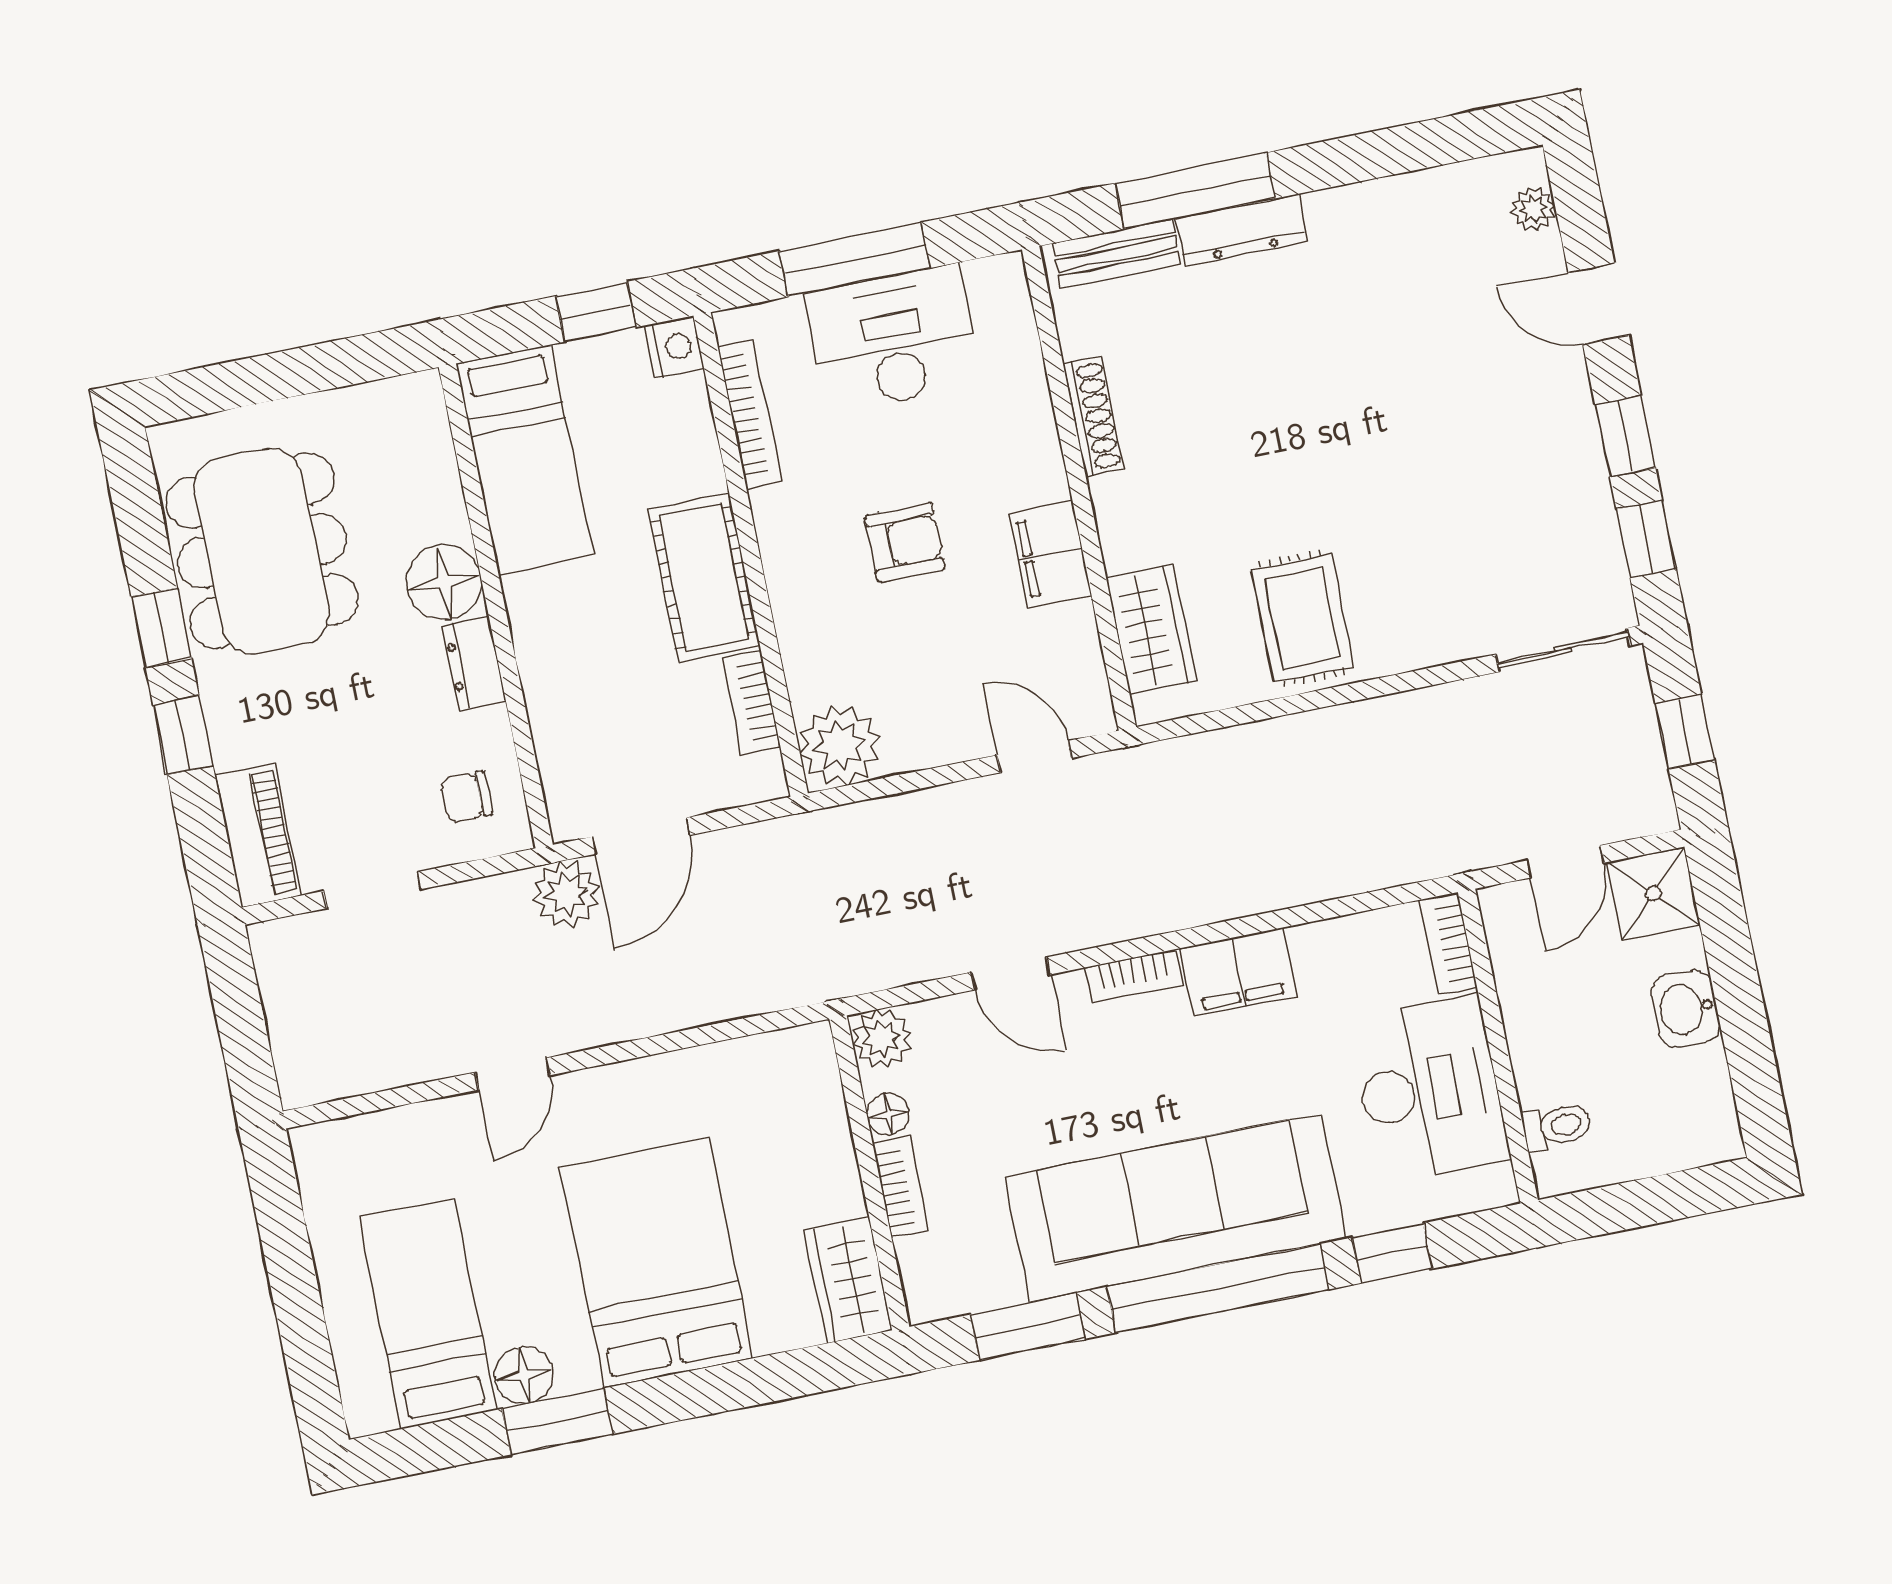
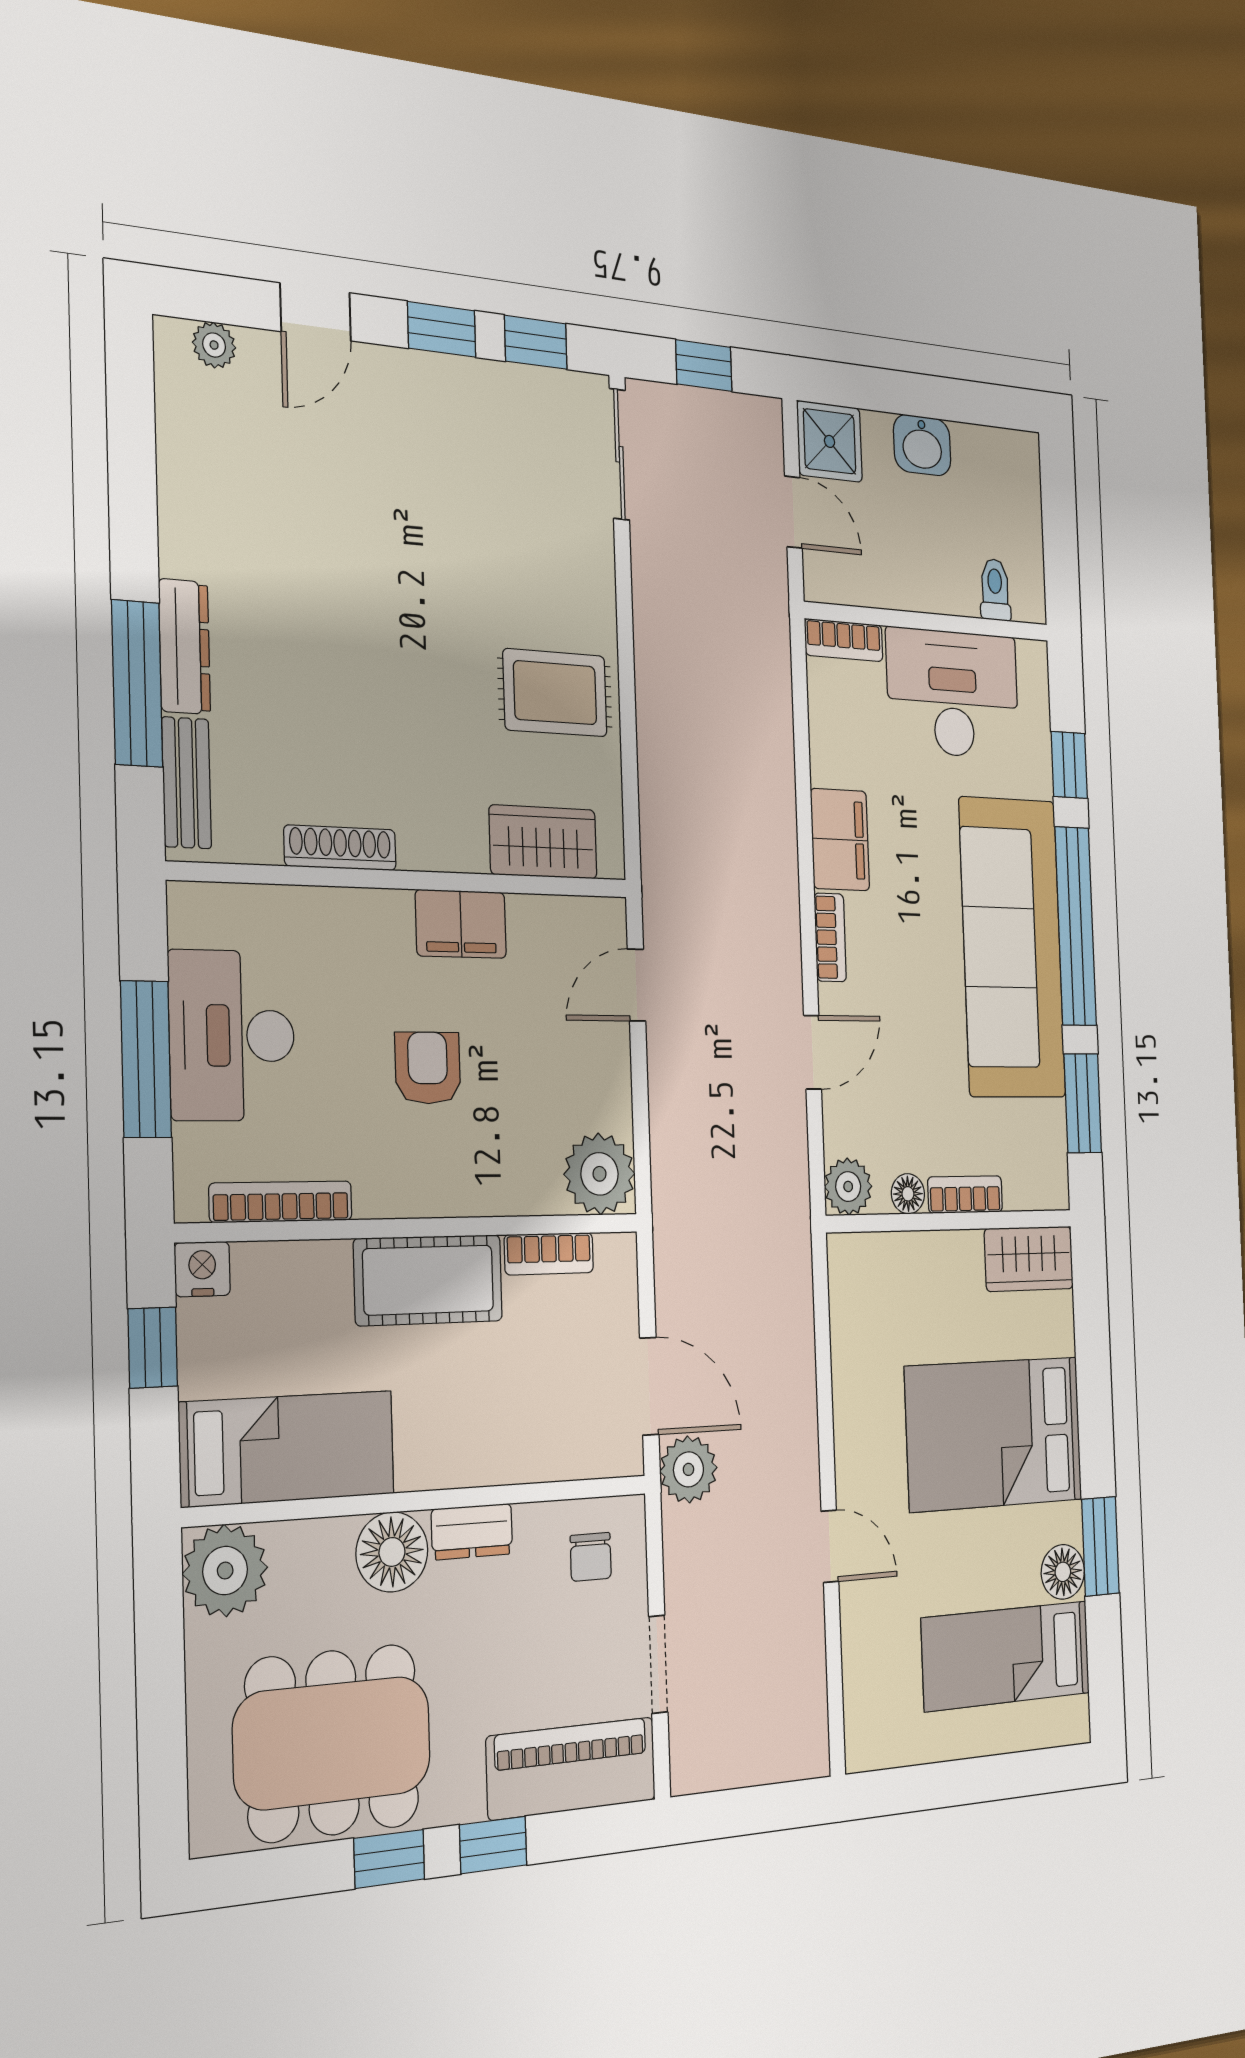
plant: (406, 417) -> (225, 1571), added
piano: (258, 835) -> (571, 1768), width x1.37, depth x1.33

